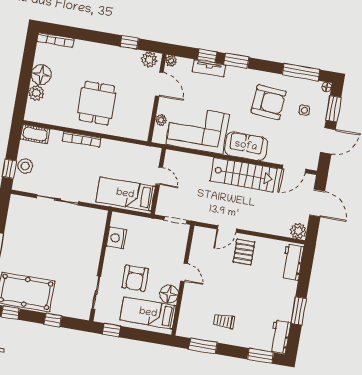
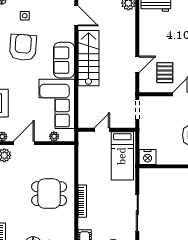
door: (227, 229) -> (137, 64), hinge flipped
nightstand: (117, 238) -> (148, 157), moved
pallet: (244, 252) -> (165, 73), moved, turned 90

